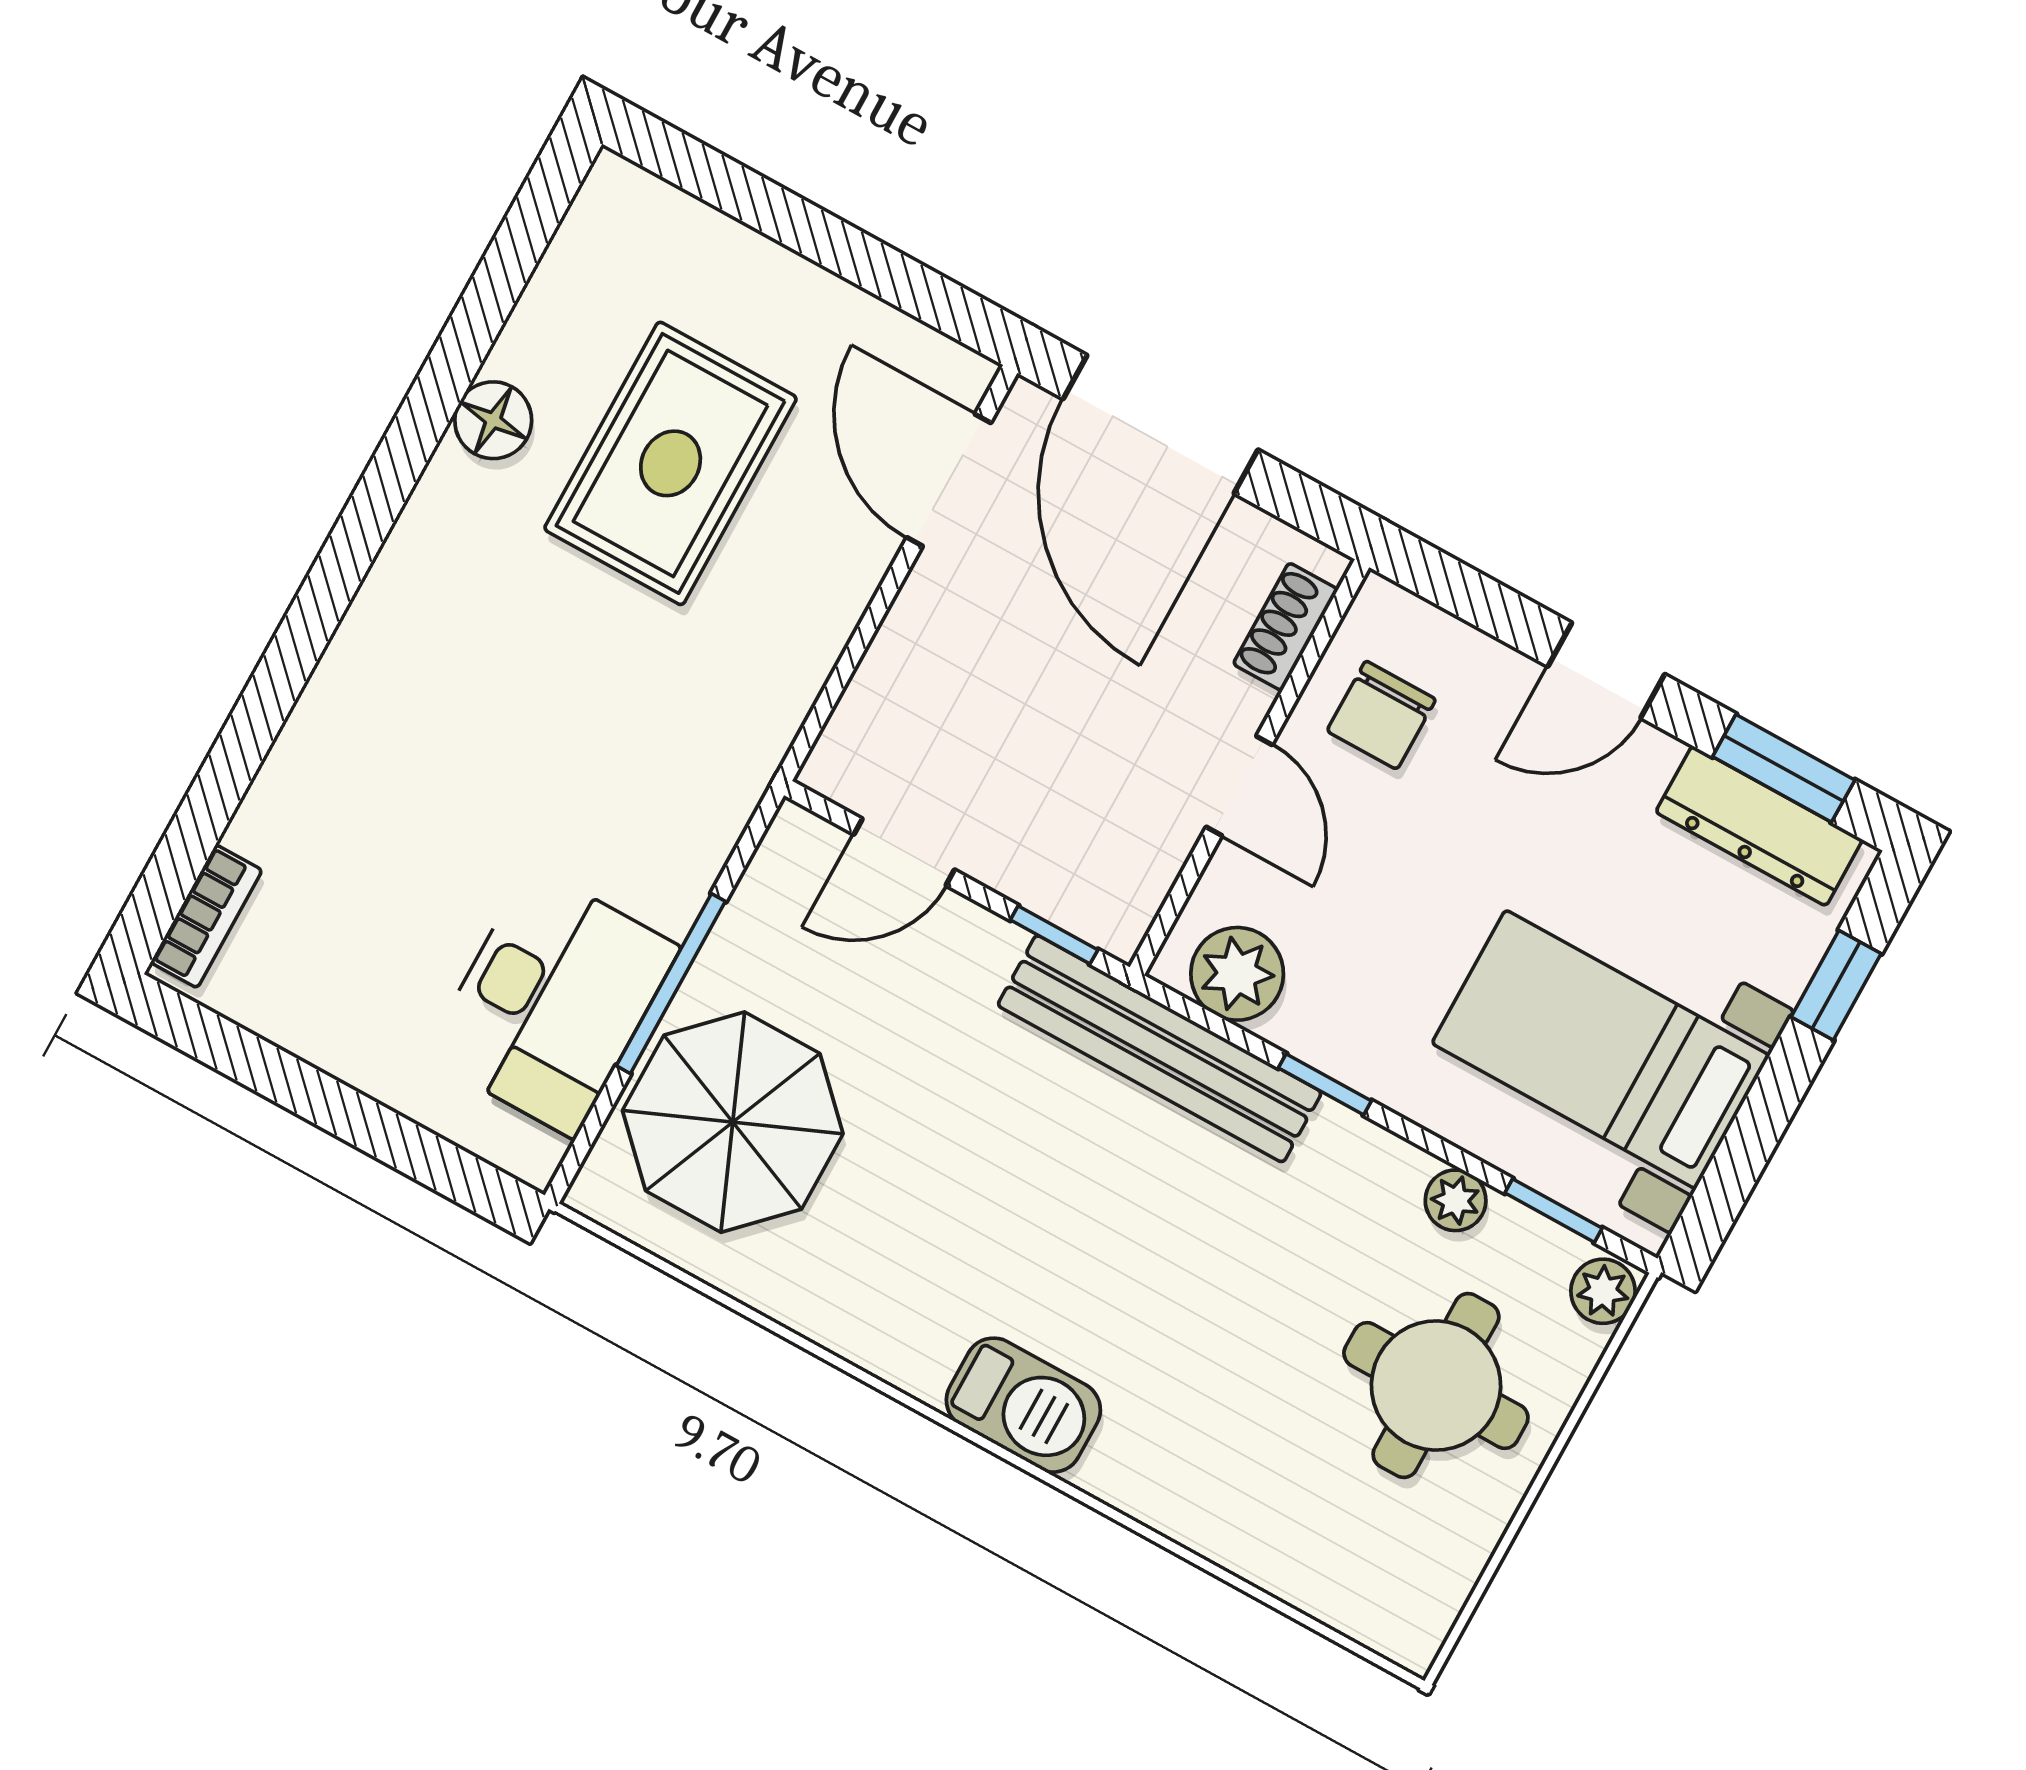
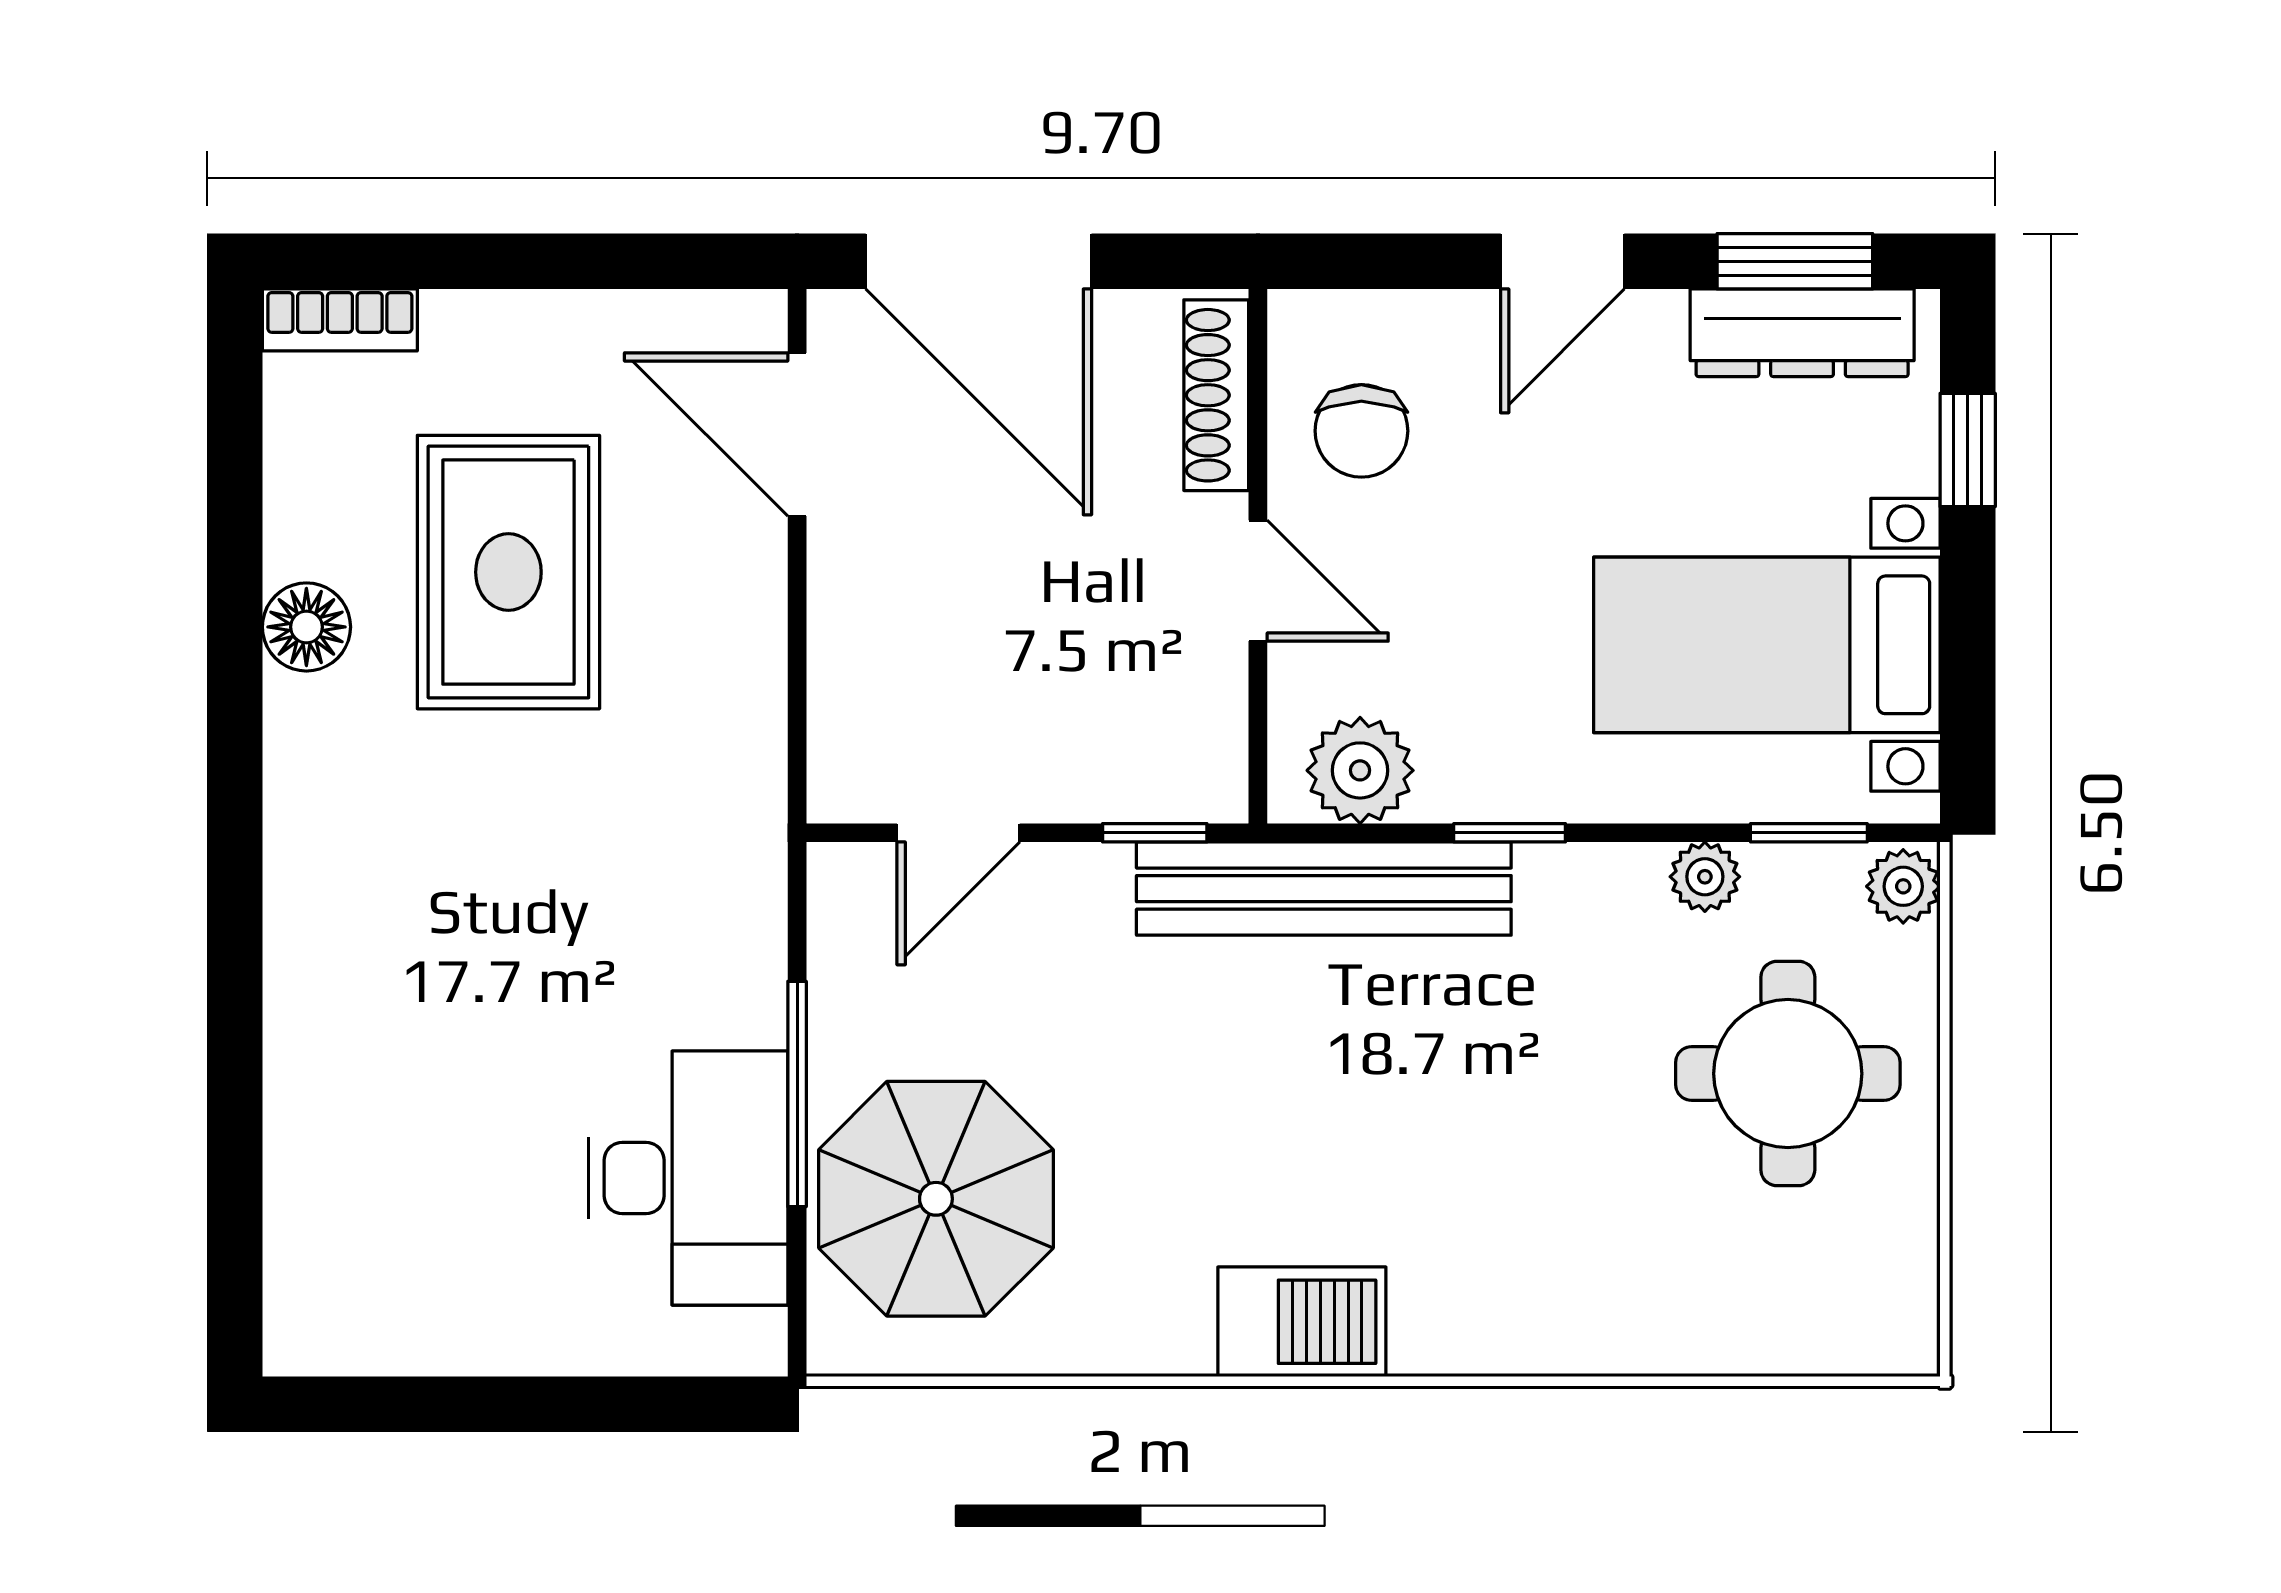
shoe rack: (1285, 627) -> (1216, 395), width x1.43
bookcase: (206, 916) -> (340, 320), moved, turned 90
barbecue: (1023, 1405) -> (1302, 1322), moved

